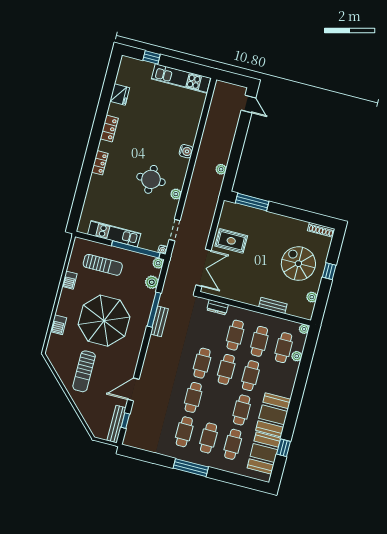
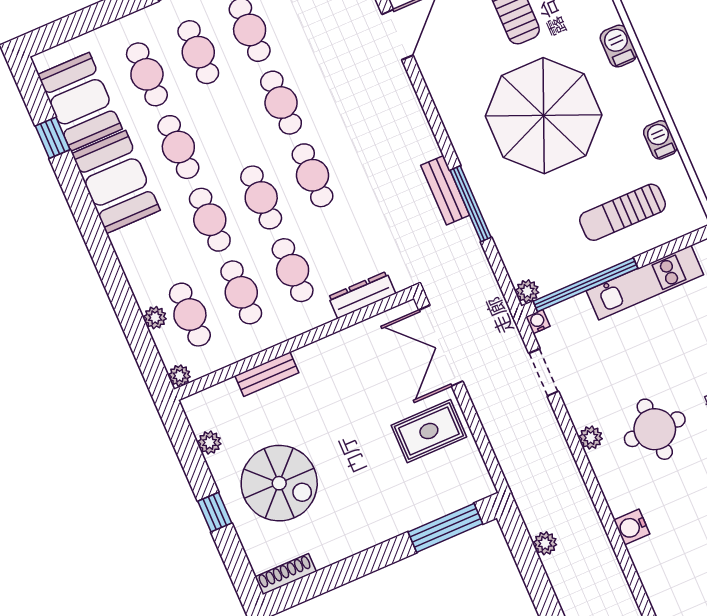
plant: (152, 282) -> (512, 249), removed
dresser: (217, 307) -> (362, 295), width x1.44

